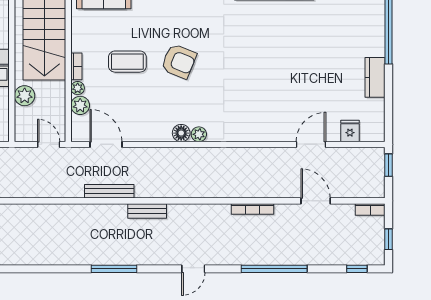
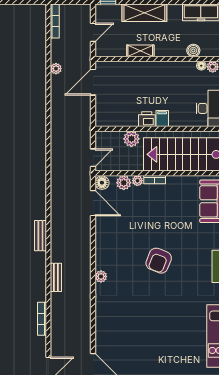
coffee table: (127, 62) -> (158, 220), removed
floor lamp: (181, 133) -> (102, 183), moved
door: (106, 144) -> (93, 203), hinge flipped
bench: (109, 191) -> (56, 277), moved, width x0.73

